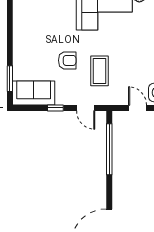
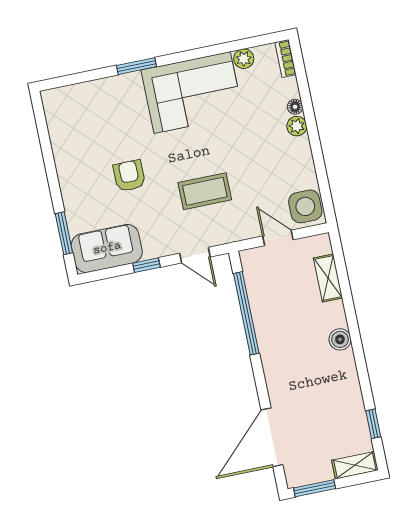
armchair: (67, 60) -> (129, 176), moved, turned -90
coffee table: (100, 71) -> (205, 191), turned 90

